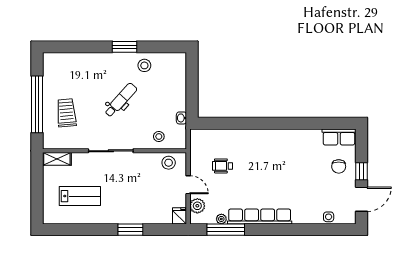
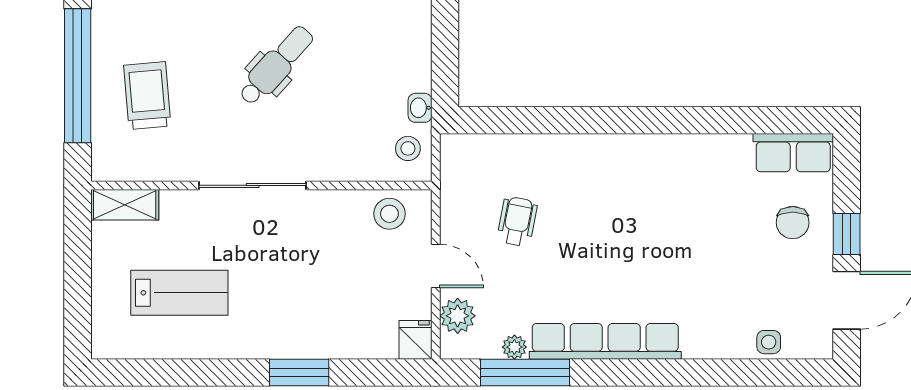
stool: (159, 137) -> (408, 148), moved
wheelchair: (222, 166) -> (517, 221), turned 101

